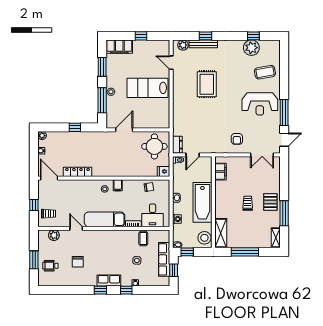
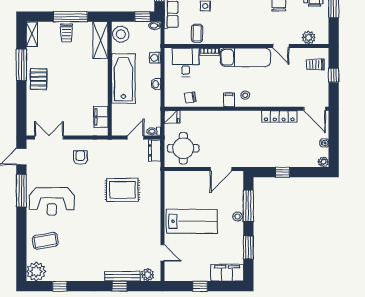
plant: (251, 48) -> (36, 271), moved
rug: (207, 84) -> (122, 190), moved, turned 90
reception desk: (260, 104) -> (52, 201), turned 180
trolley: (248, 203) -> (67, 33), moved

